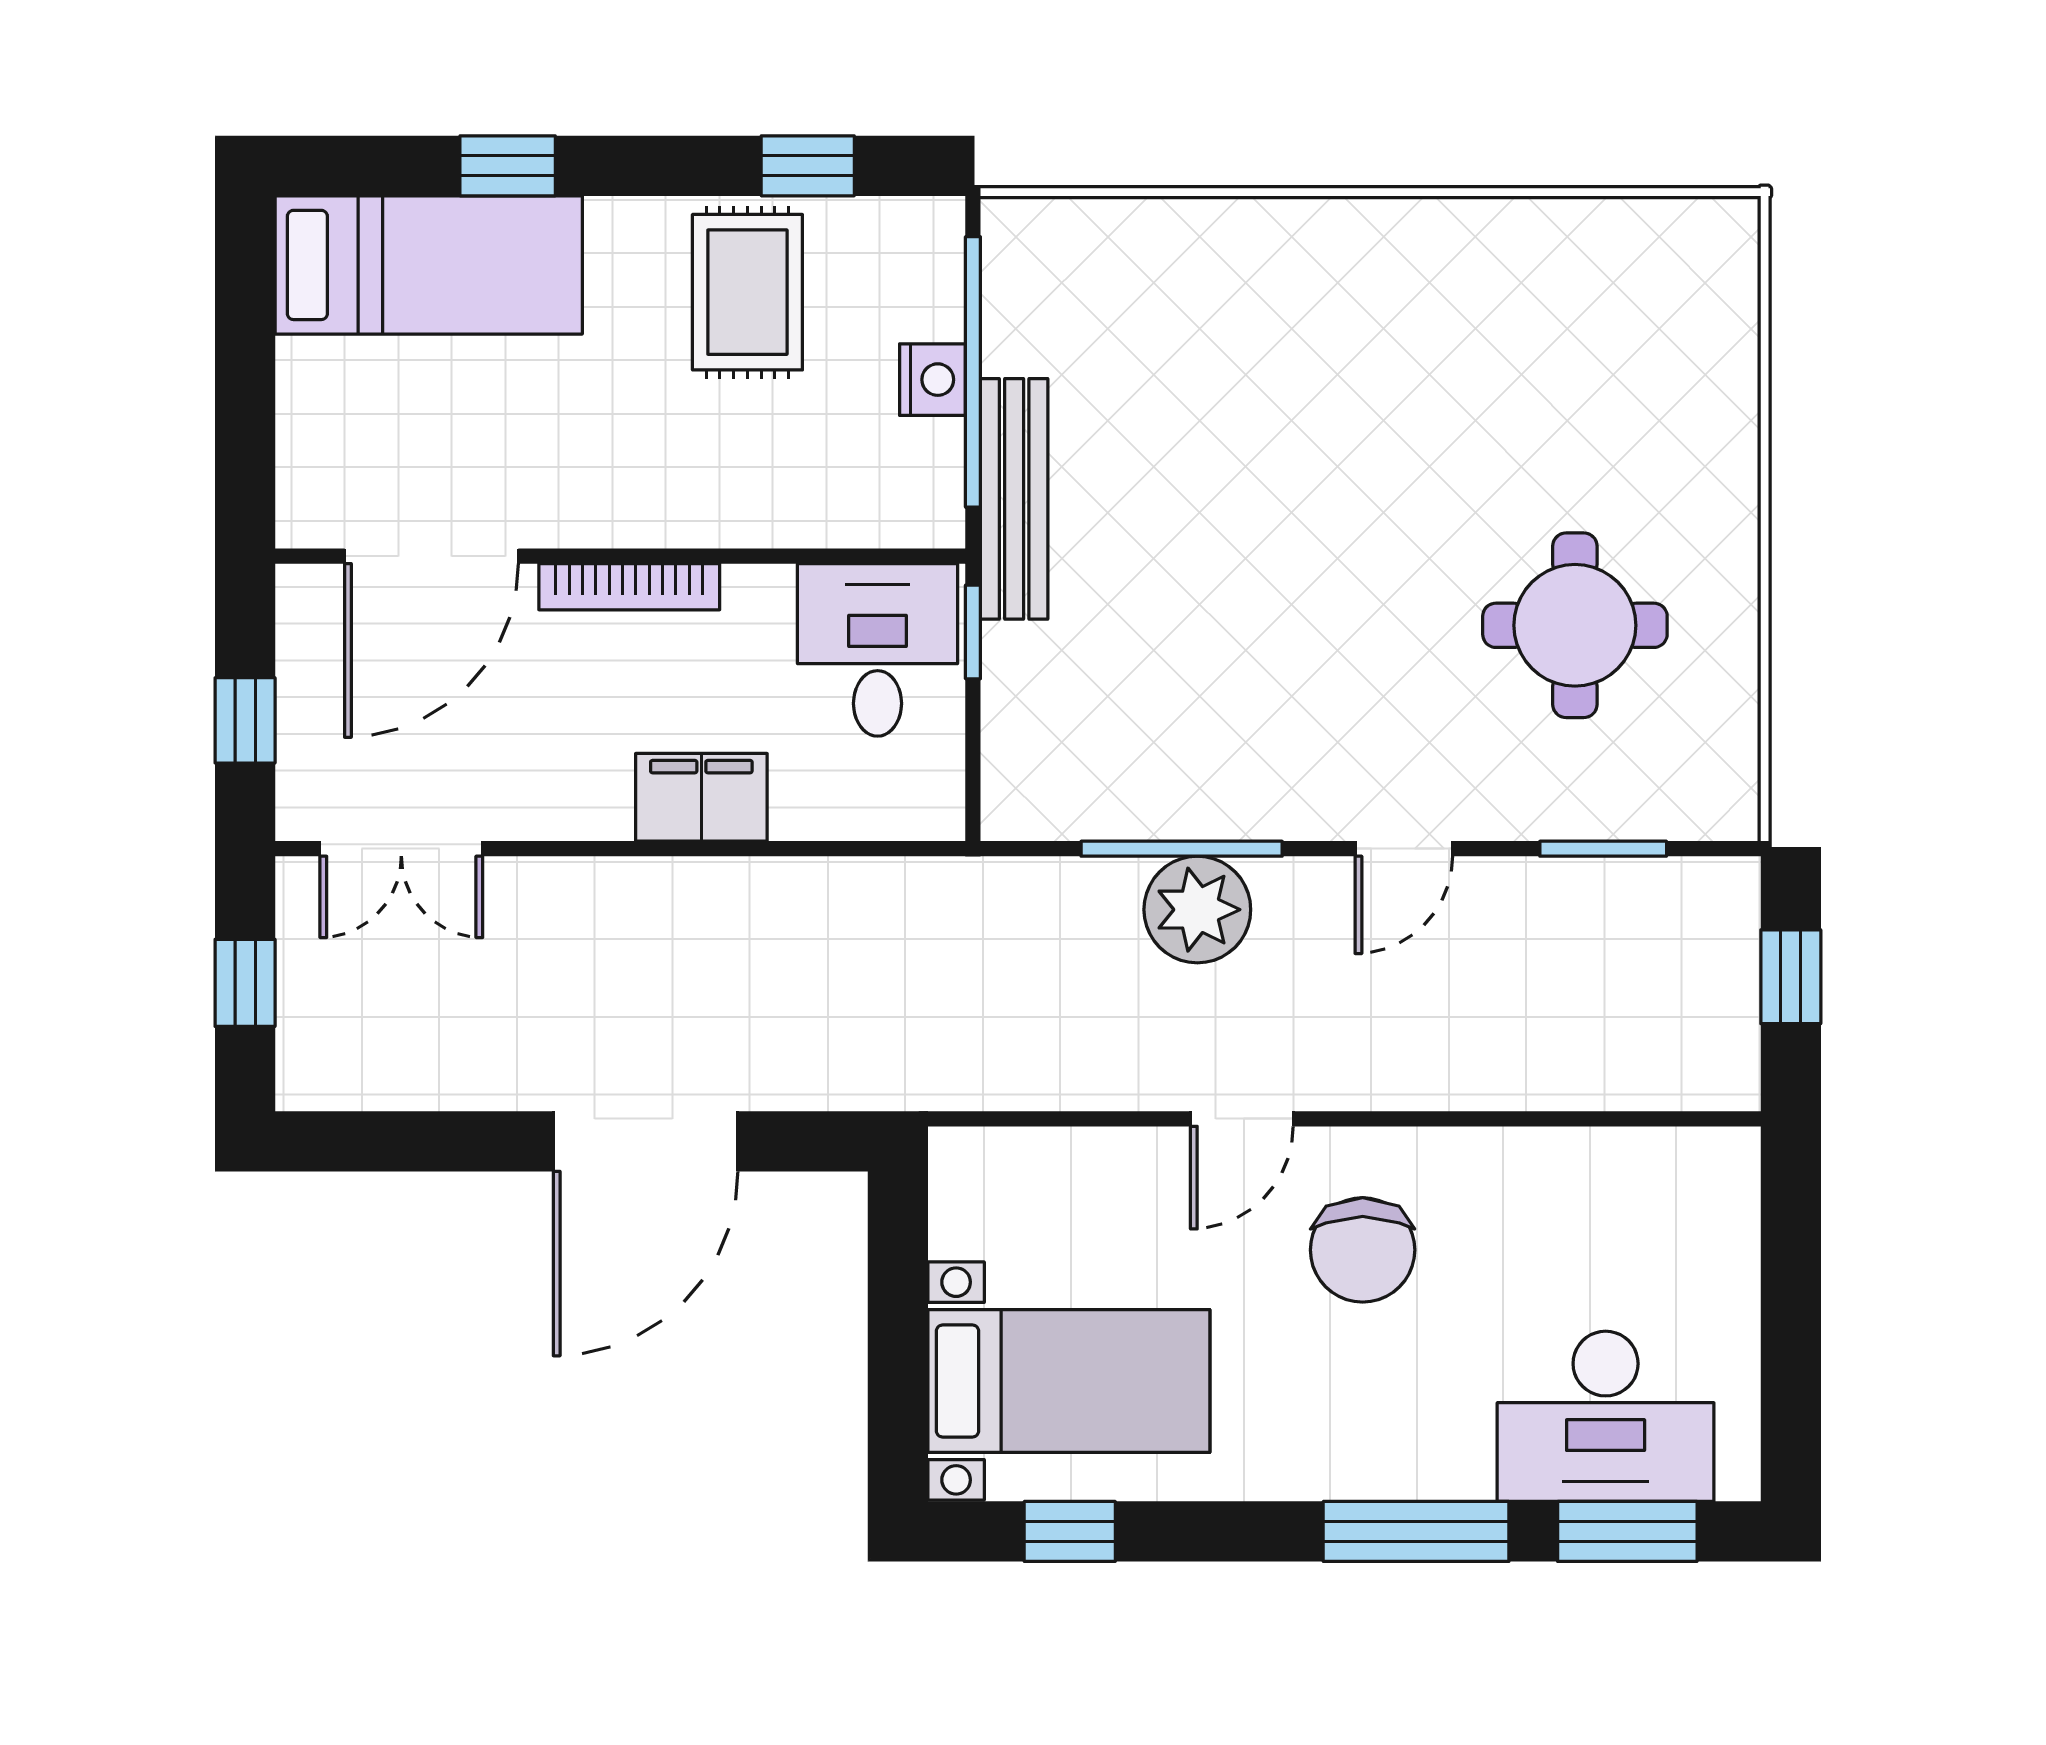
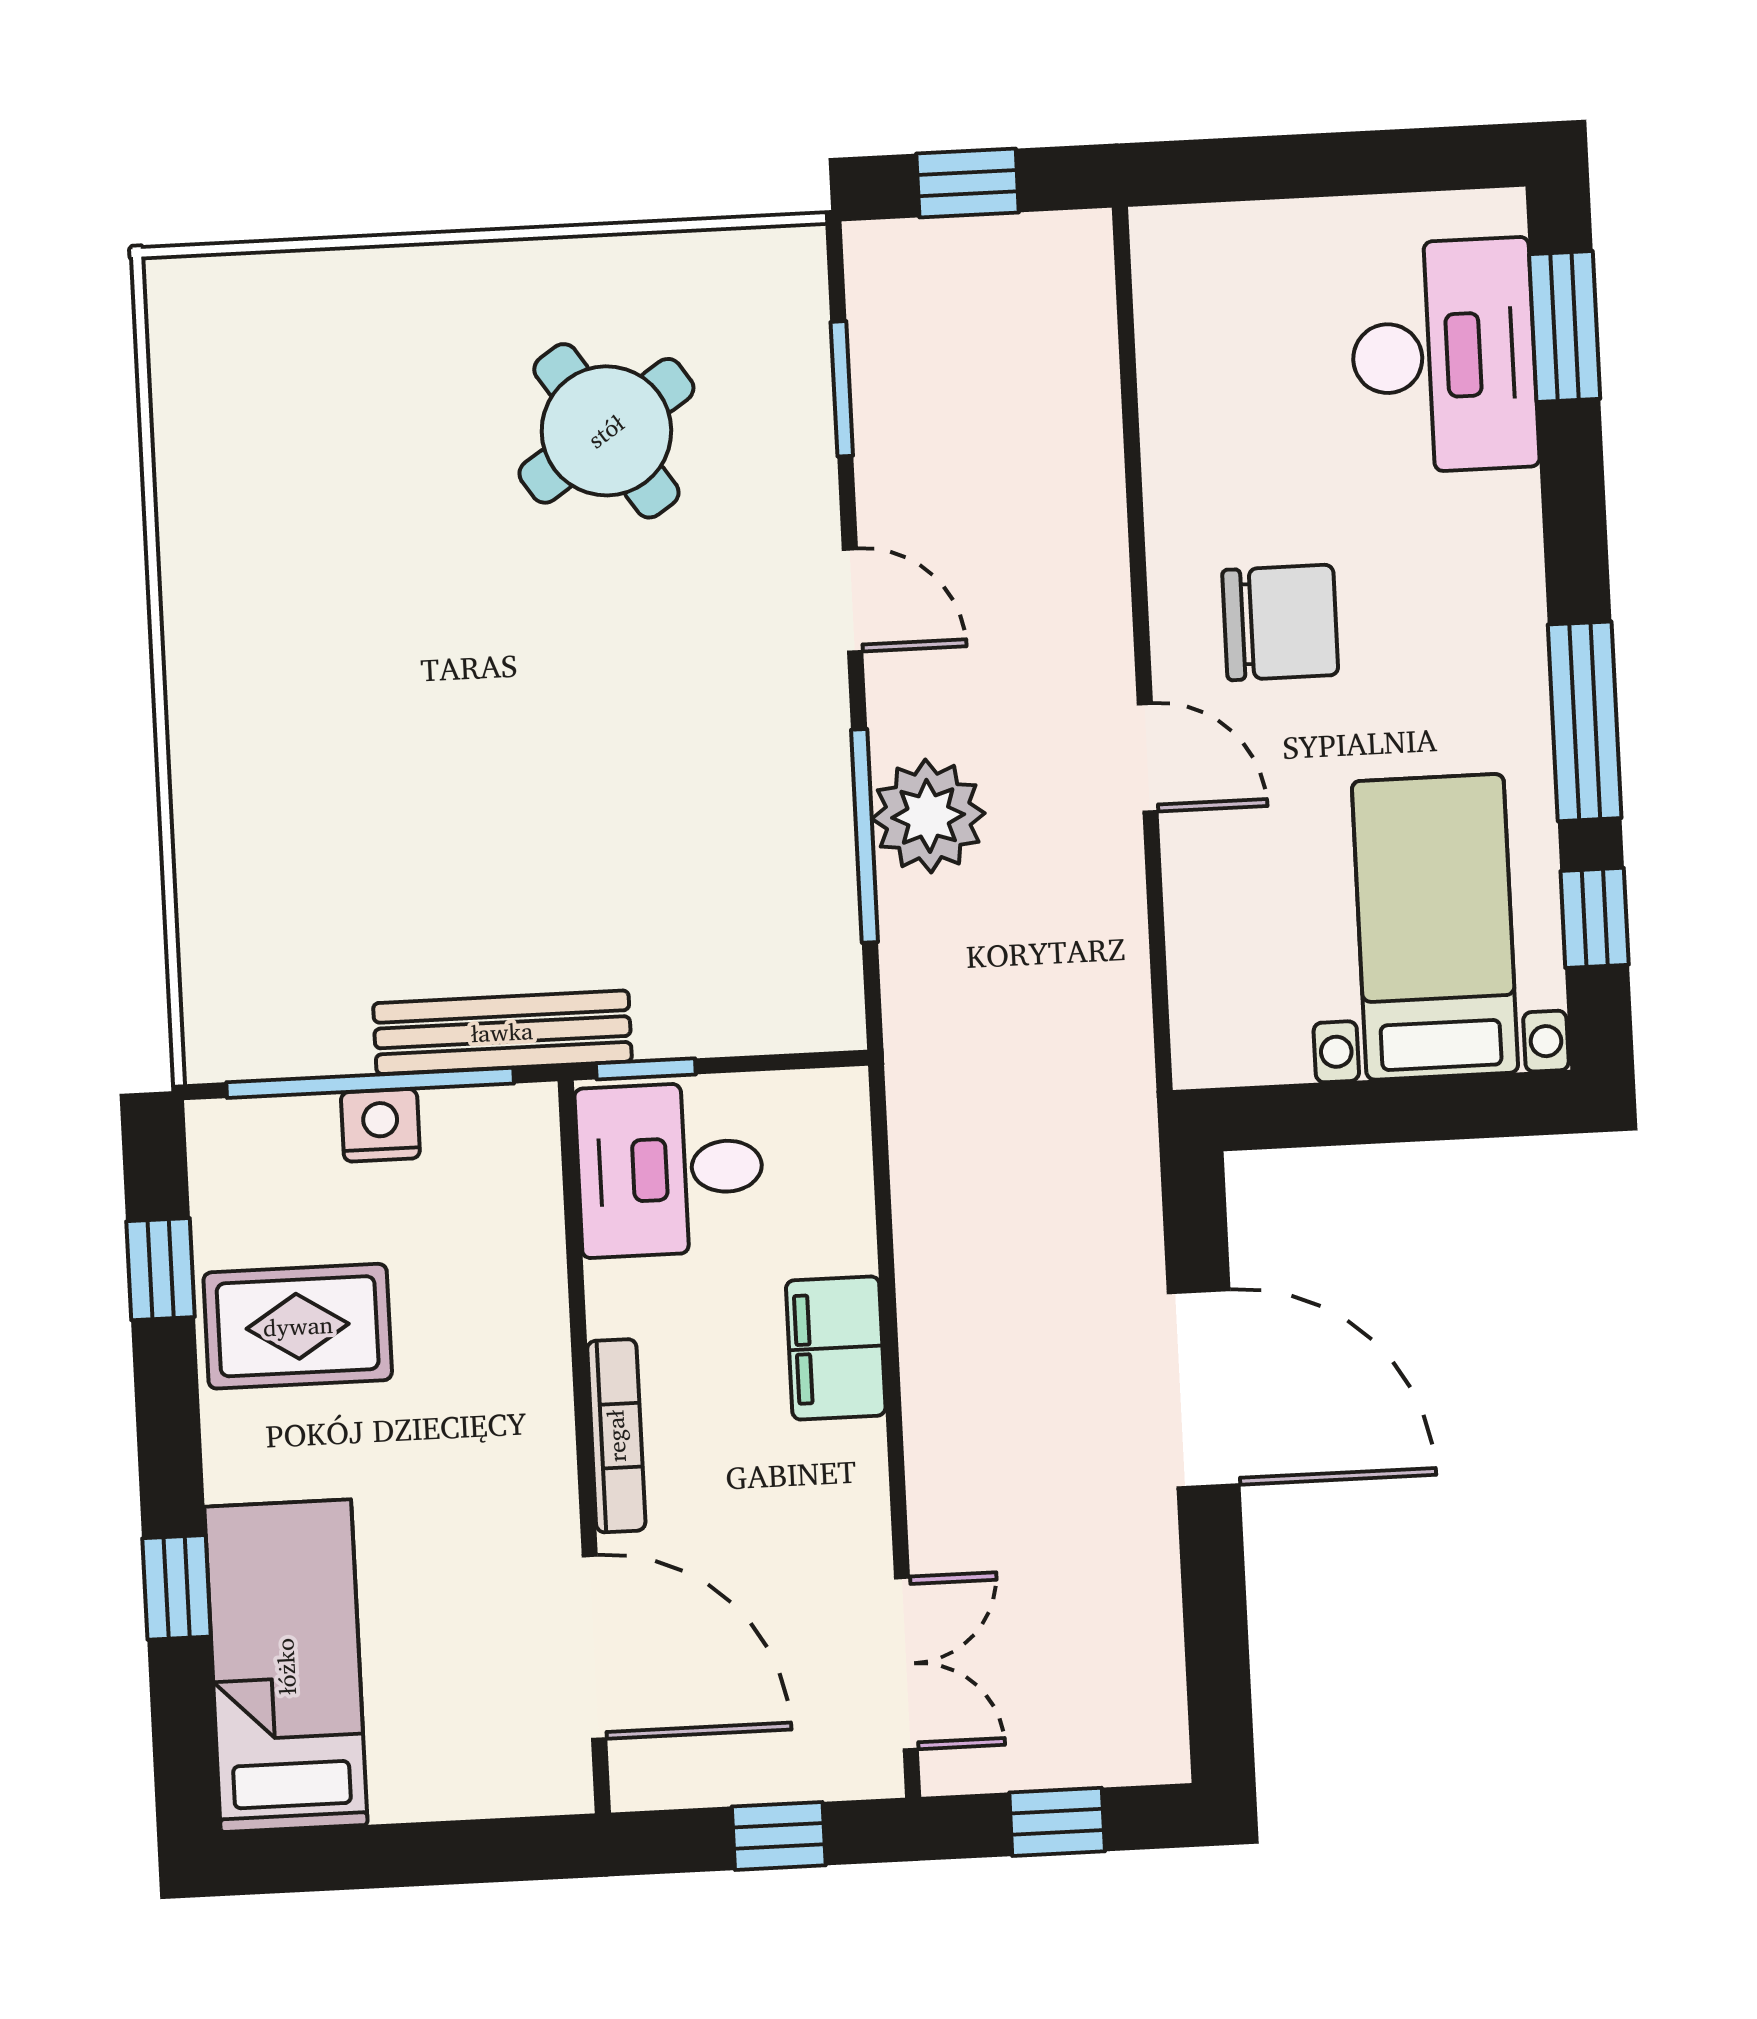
round table: (1575, 625) -> (606, 431), turned -34
window: (1416, 1531) -> (1585, 721), moved

